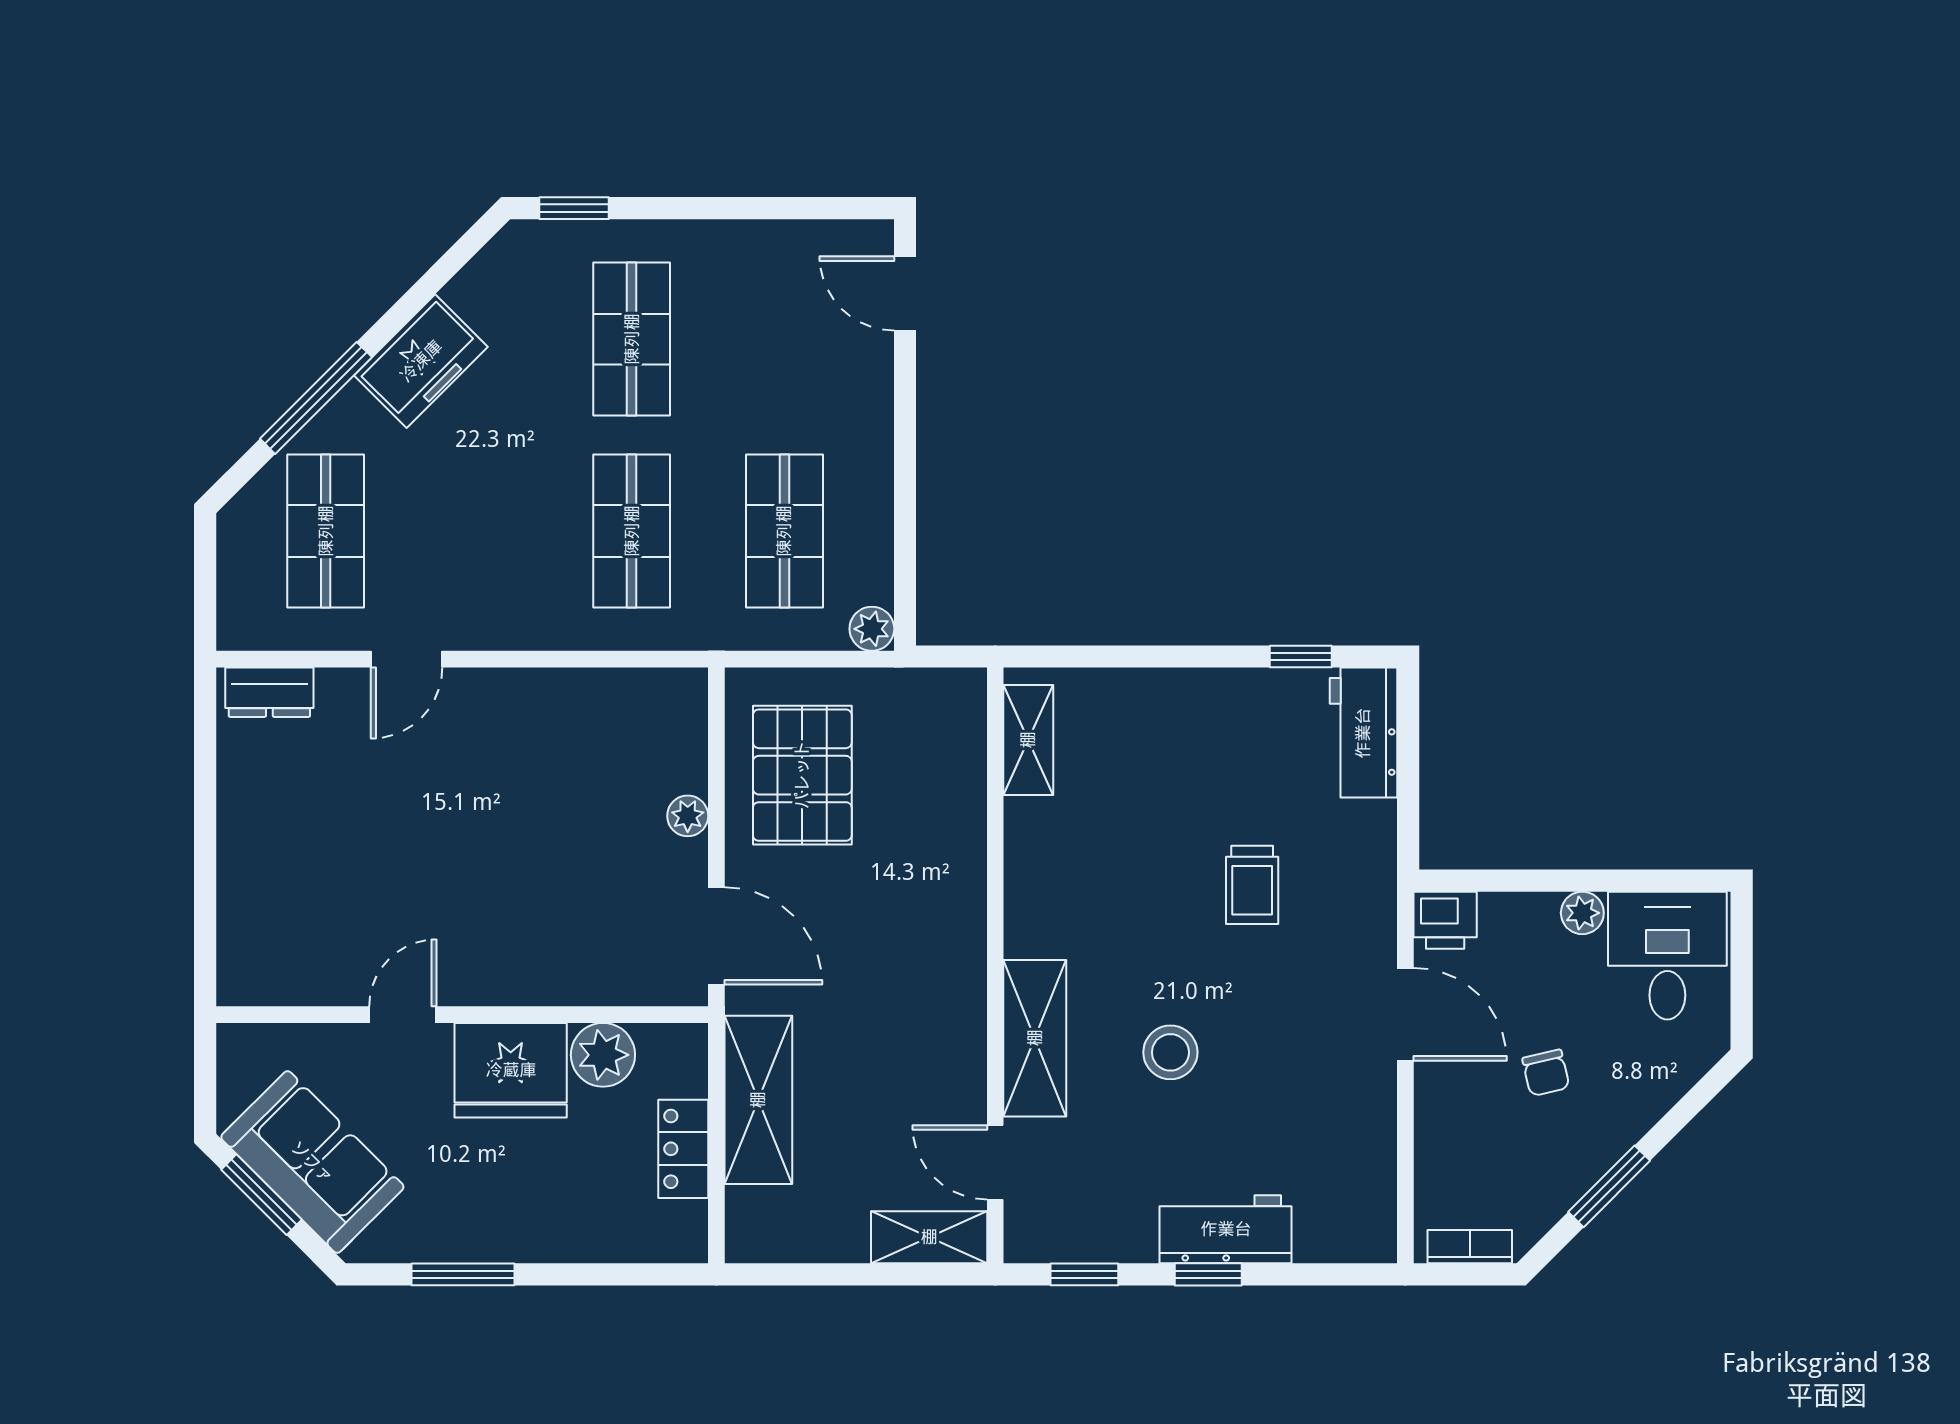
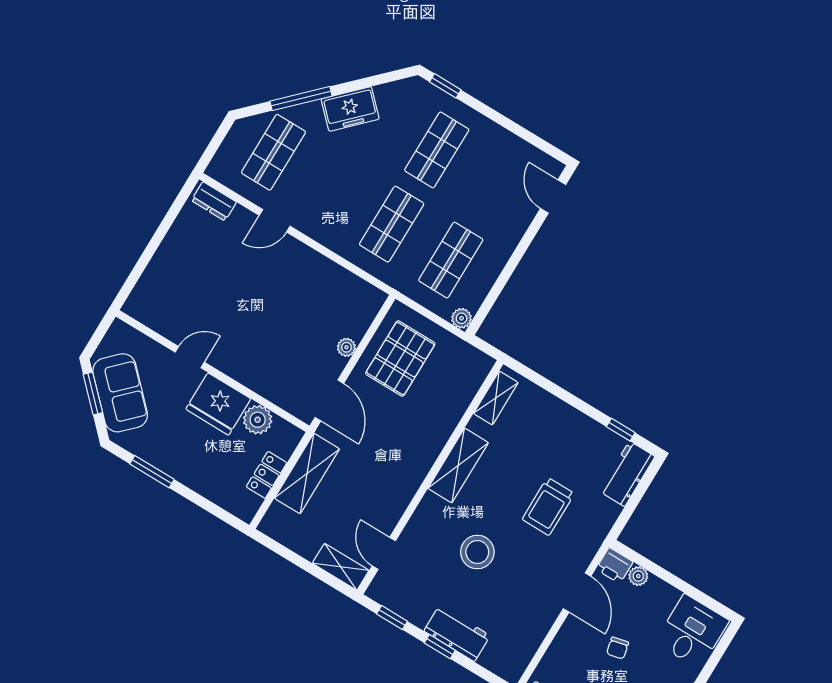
trolley: (1252, 885) -> (548, 506), width x1.36, depth x1.39
plant: (1582, 913) -> (638, 576), moved
shelving: (1035, 1038) -> (458, 465), moved
stool: (1170, 1052) -> (477, 552), width x1.38, depth x1.38

